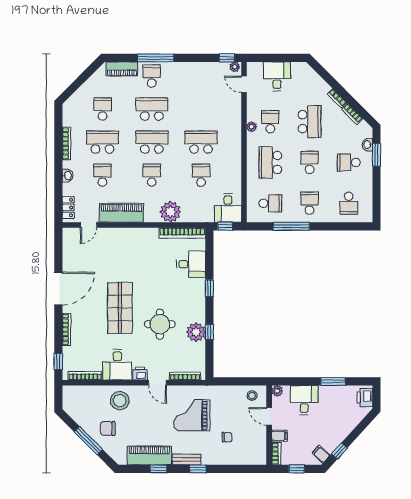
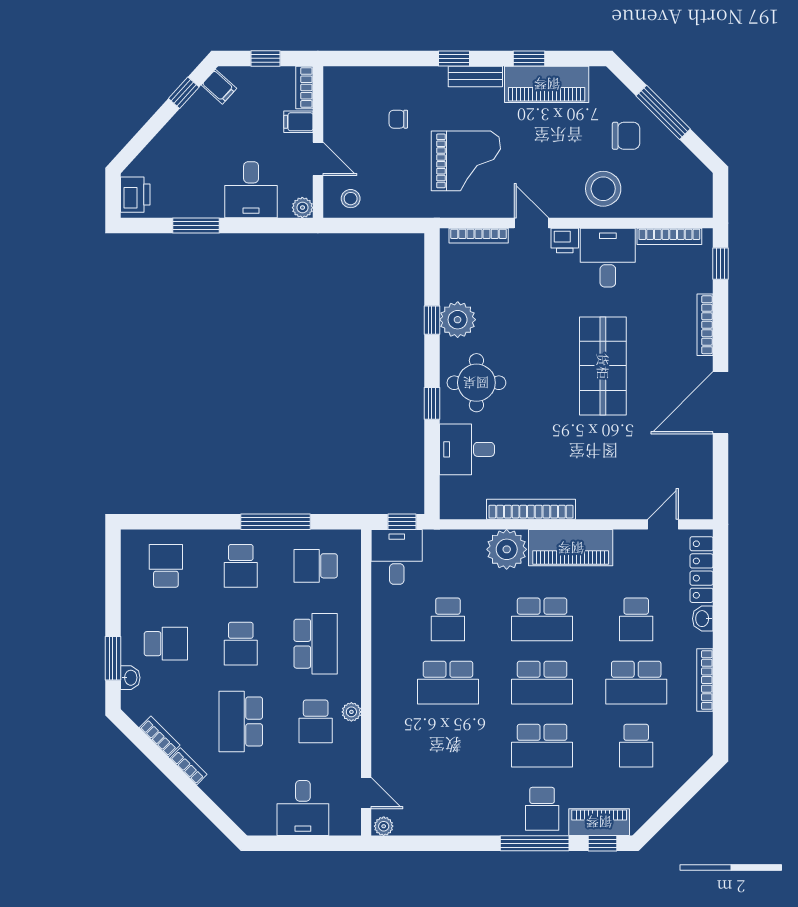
window: (227, 58) -> (602, 843), moved
school desk: (152, 175) -> (542, 619), width x1.85
locker: (68, 207) -> (702, 570), width x1.53
piano: (121, 213) -> (571, 548), moved
bookcase: (182, 233) -> (531, 509), moved
round table: (160, 324) -> (476, 383), moved

